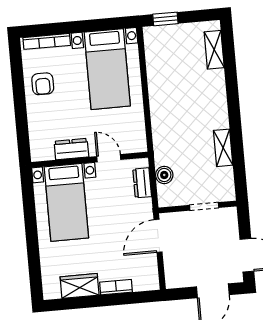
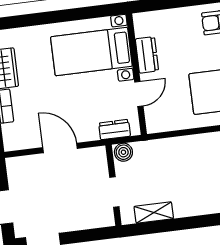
doorway: (204, 206) -> (114, 192), moved
wall: (198, 207) -> (114, 185), moved

